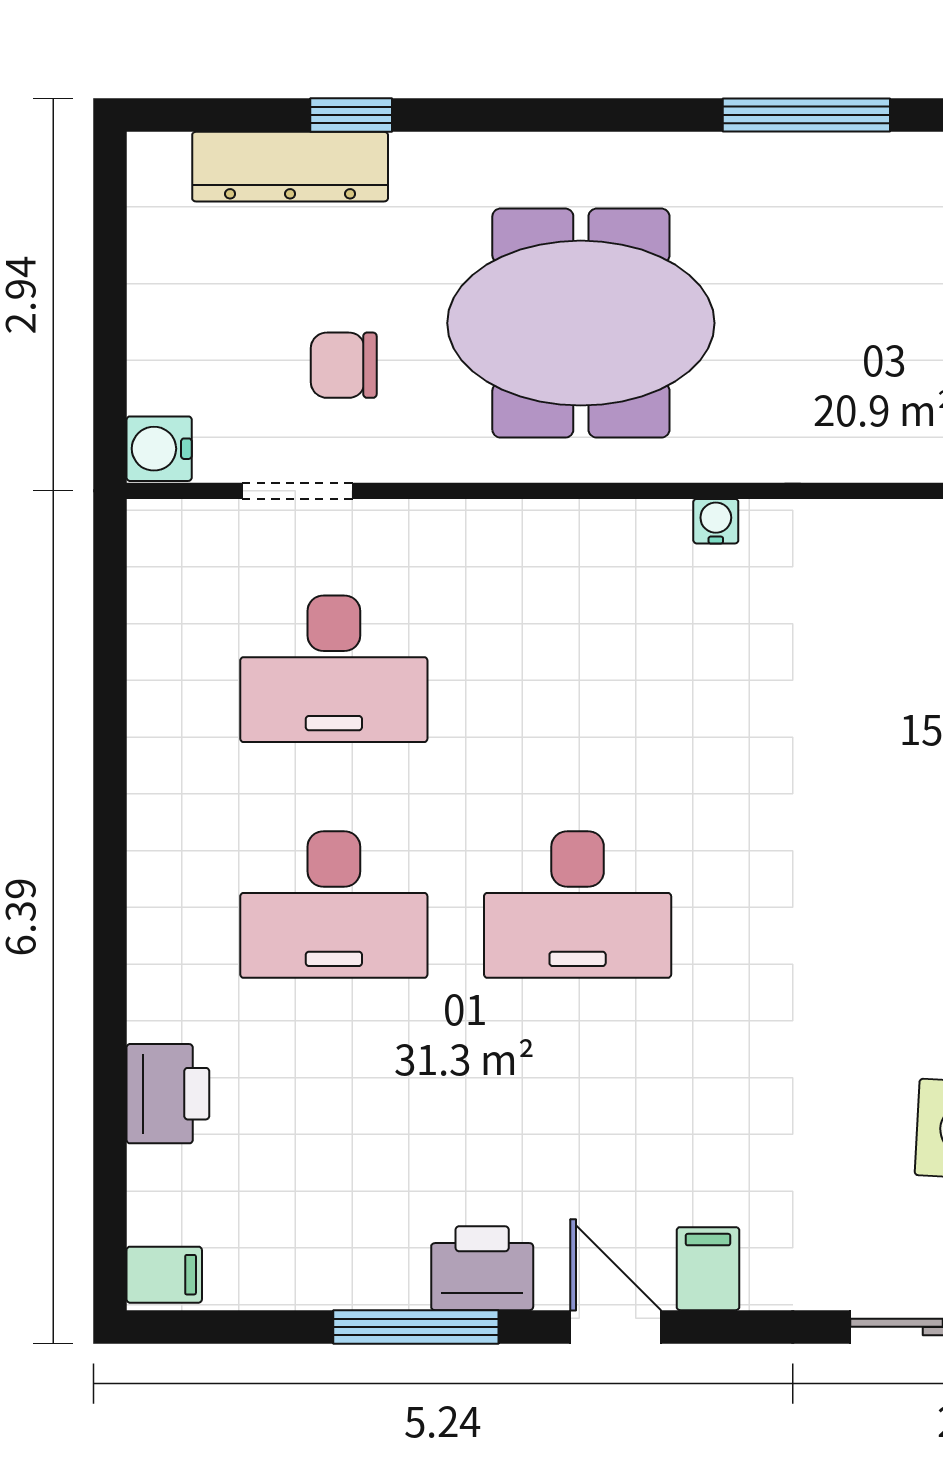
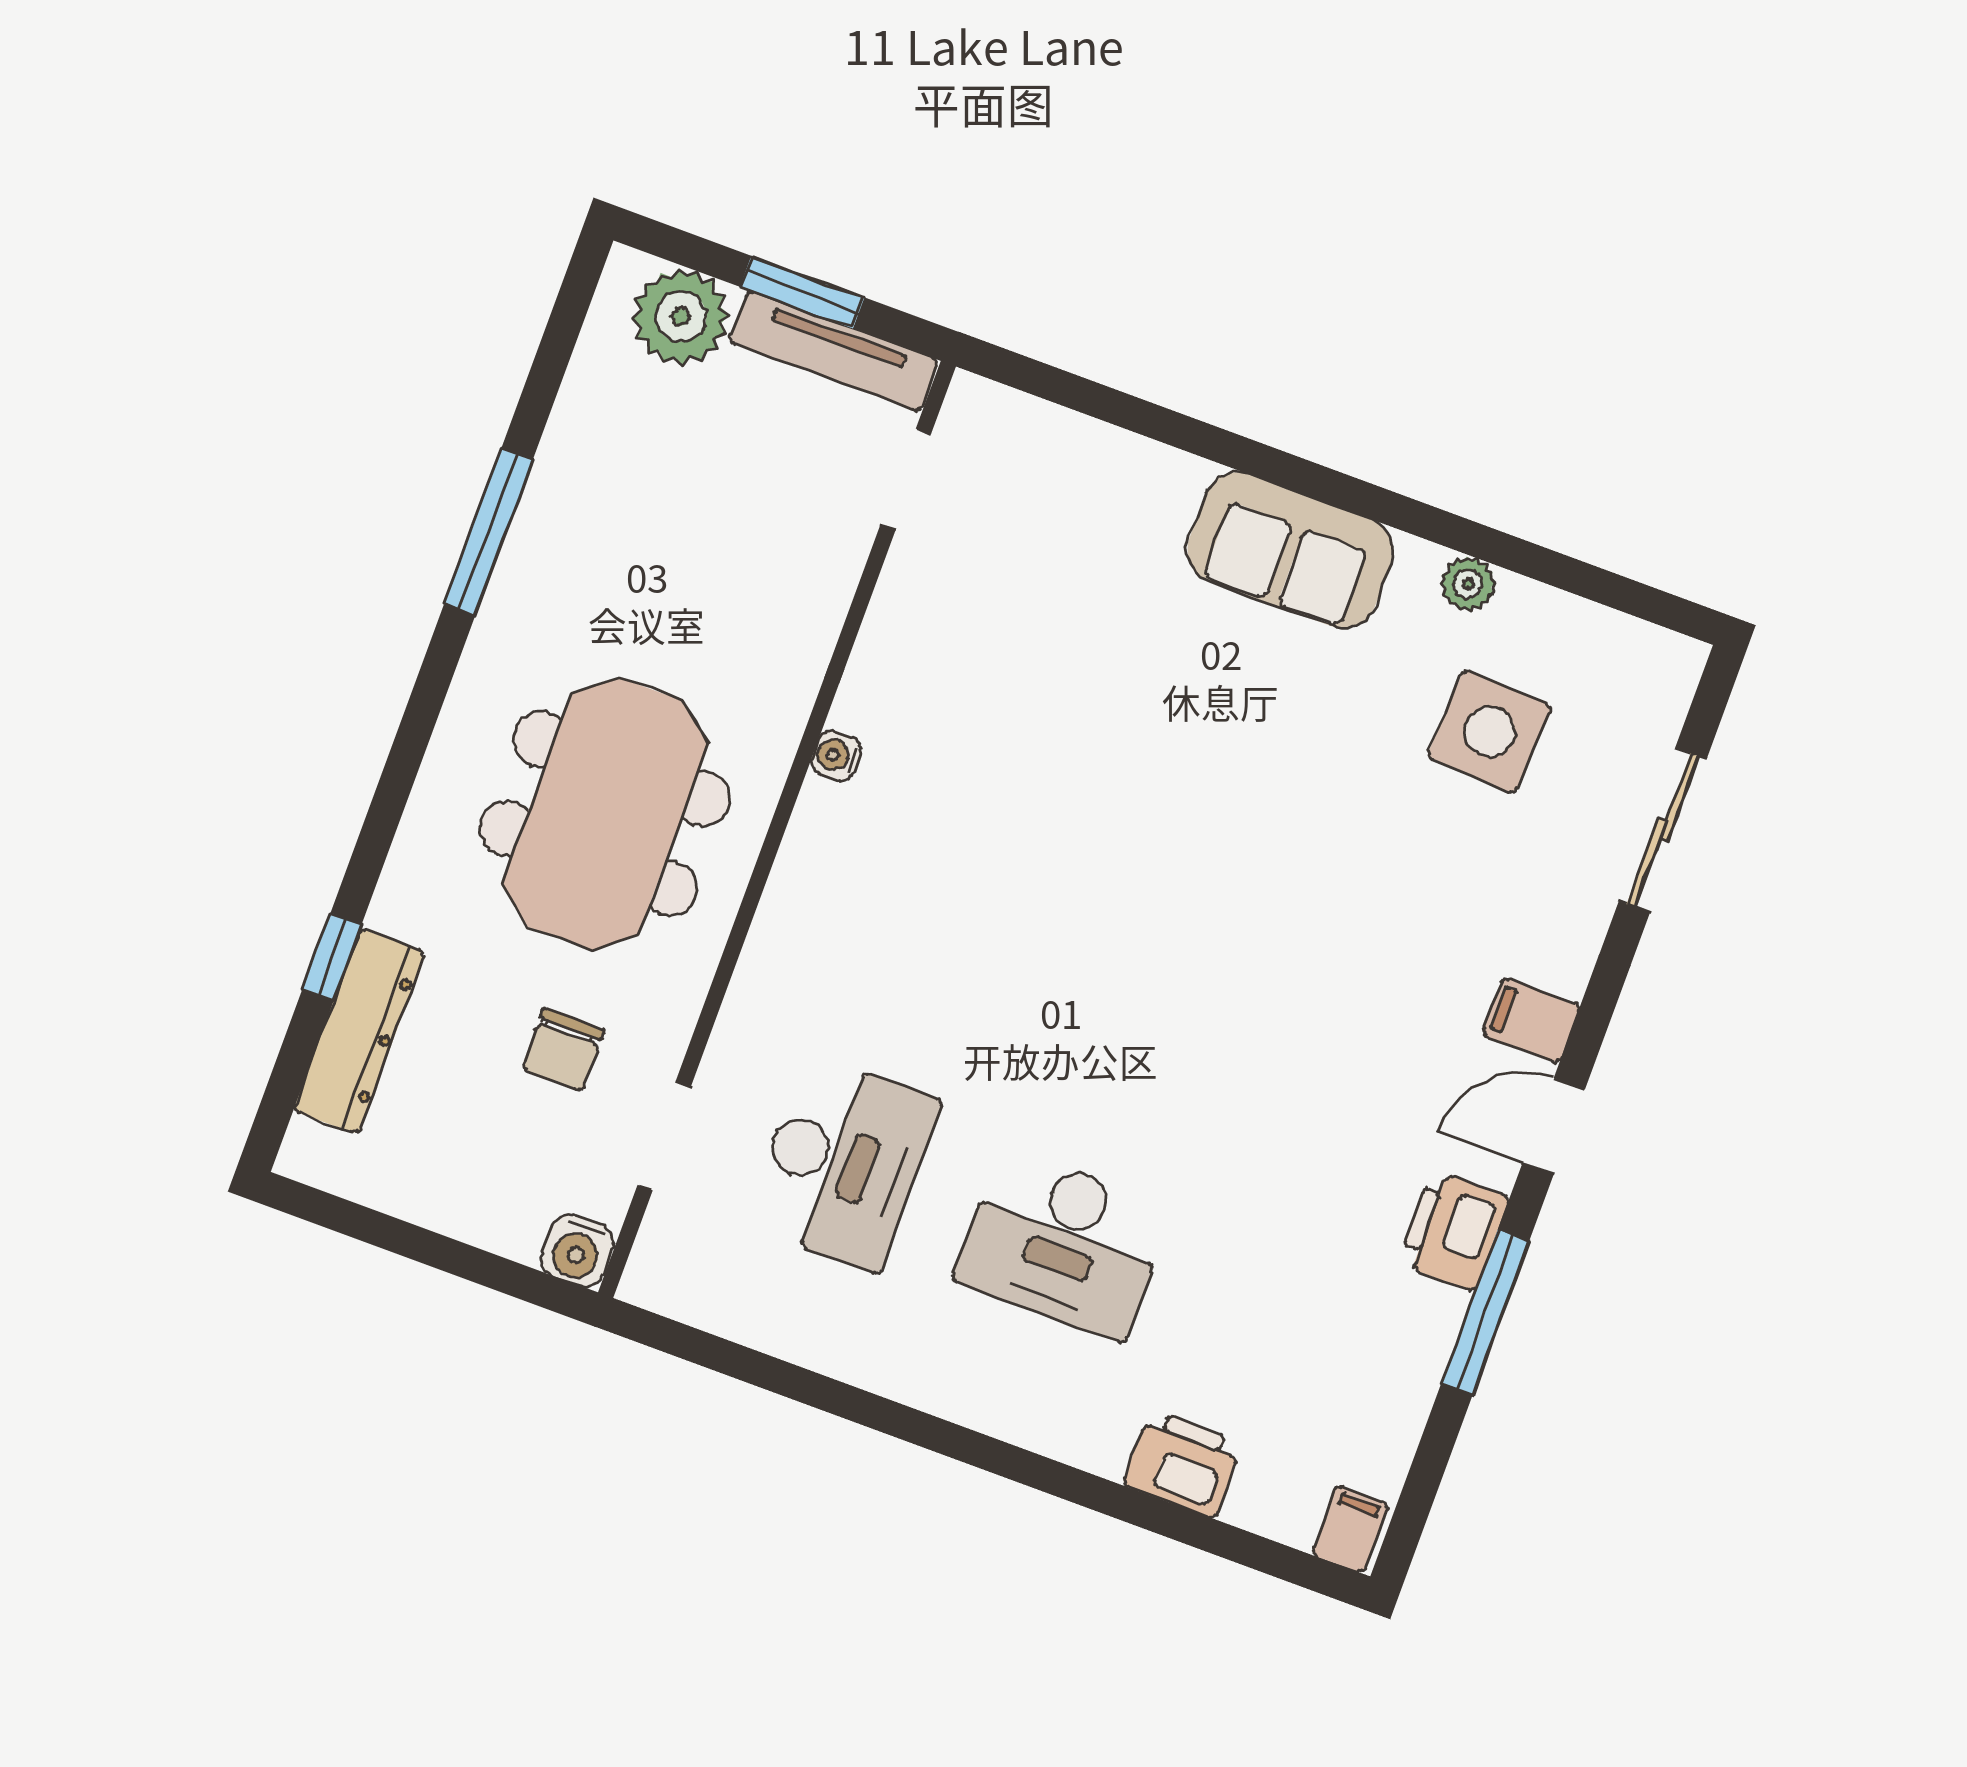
desk: (334, 905) -> (1063, 1244), turned 90
desk: (578, 905) -> (1146, 1016), removed

